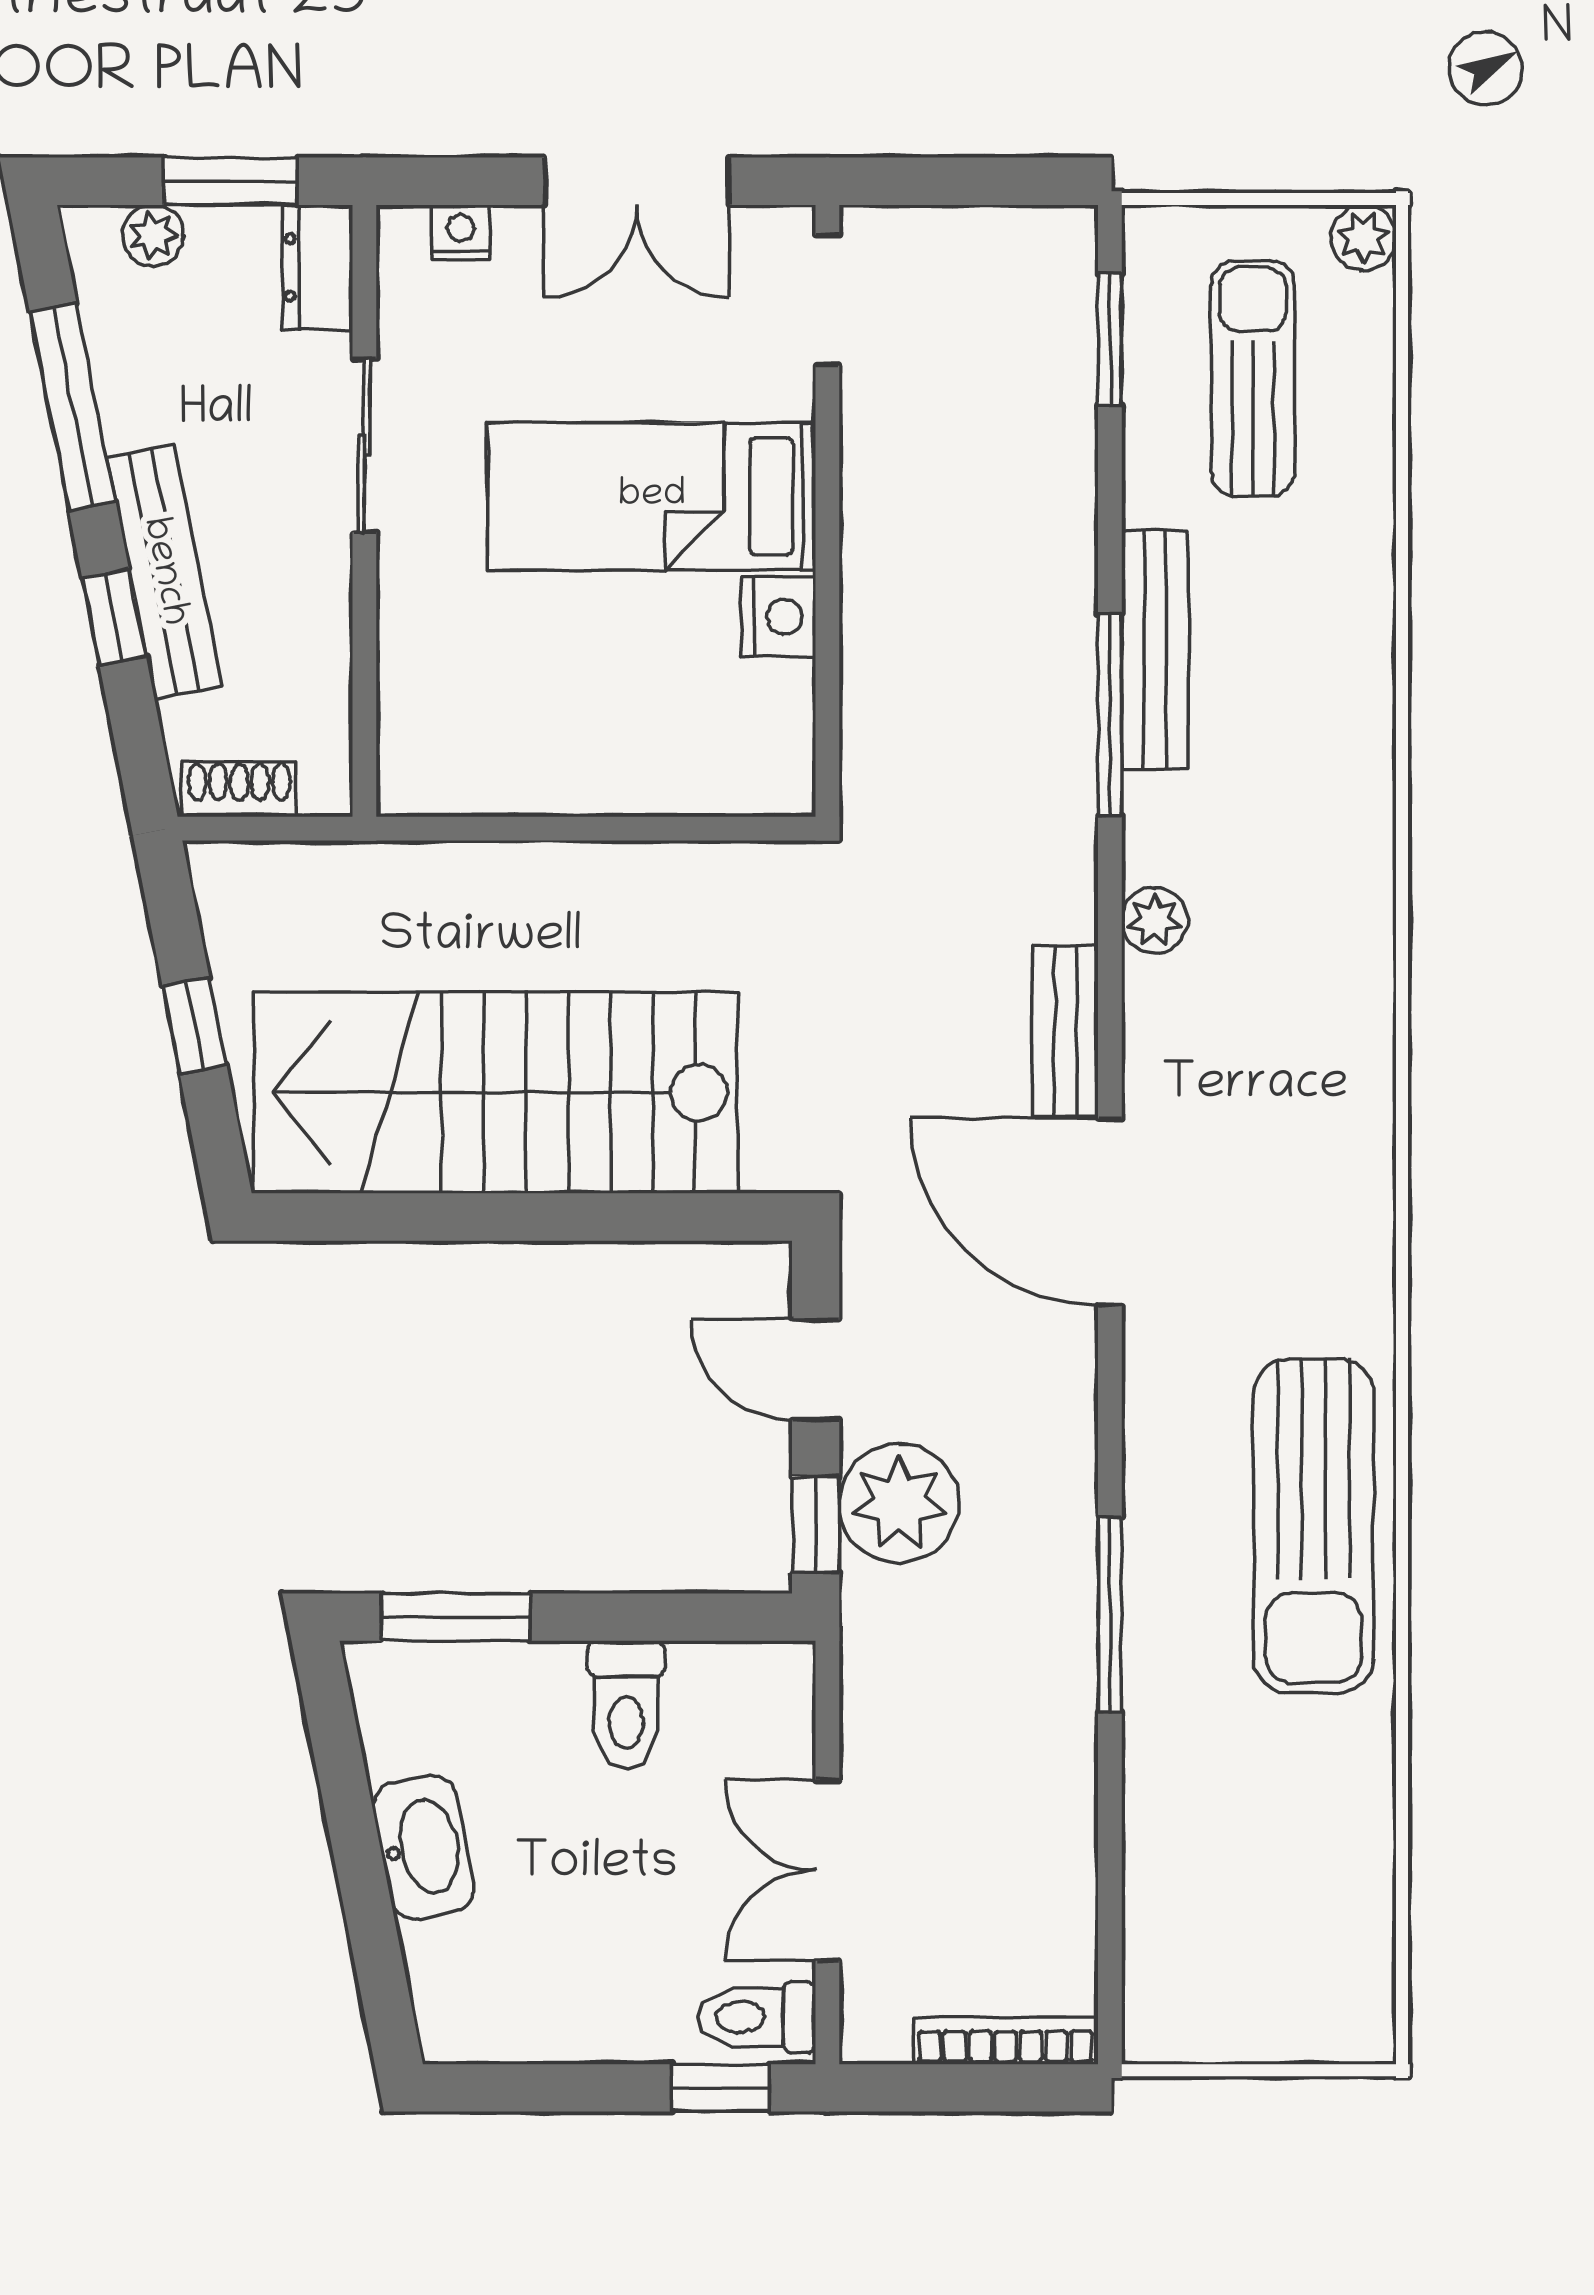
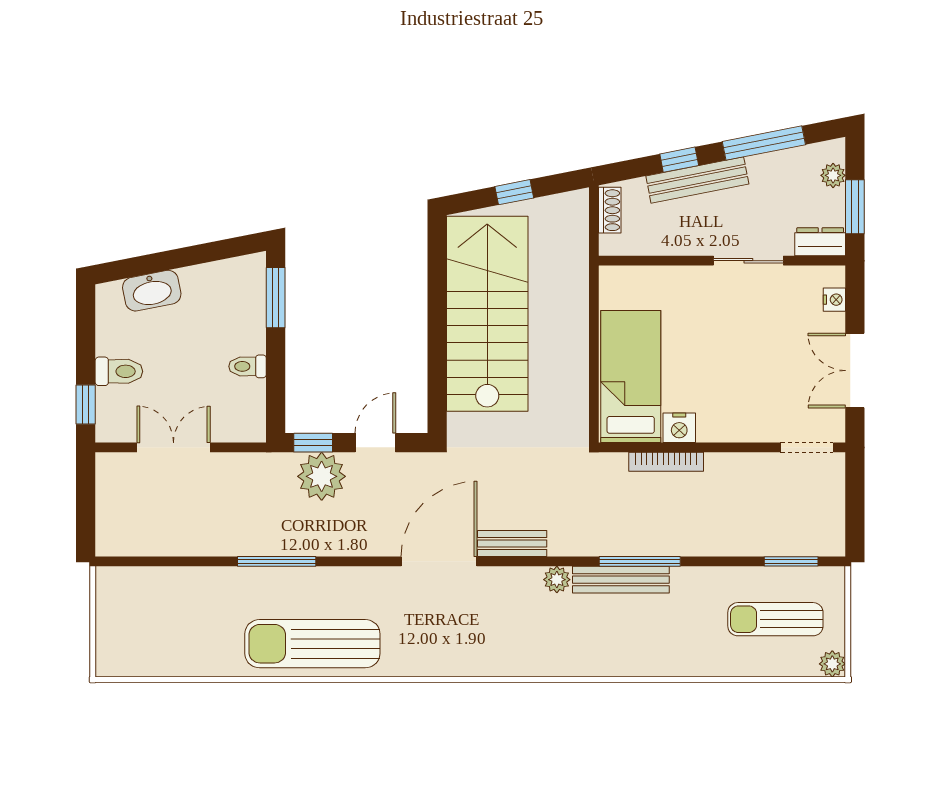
sun lounger: (1253, 378) -> (775, 619), turned 180
bed: (652, 496) -> (631, 377), moved
bench: (1155, 650) -> (621, 580), moved
toilet: (626, 1705) -> (247, 366), width x0.73, depth x0.72
washbasin: (423, 1847) -> (152, 291), moved
toilet: (757, 2017) -> (119, 371), moved, turned 90
bookcase: (1006, 2041) -> (666, 462), moved, turned 90

